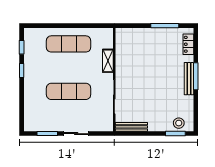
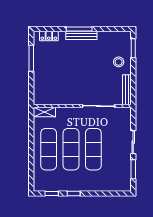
shelving: (108, 61) -> (44, 112), moved
exercise mat: (69, 68) -> (71, 149), added
stool: (179, 123) -> (119, 62), moved

